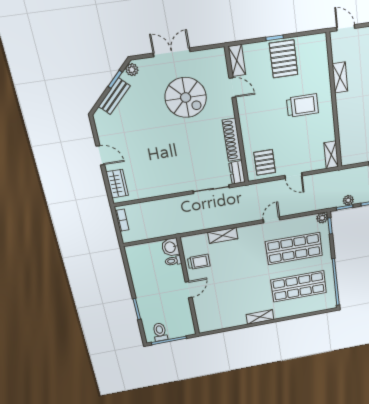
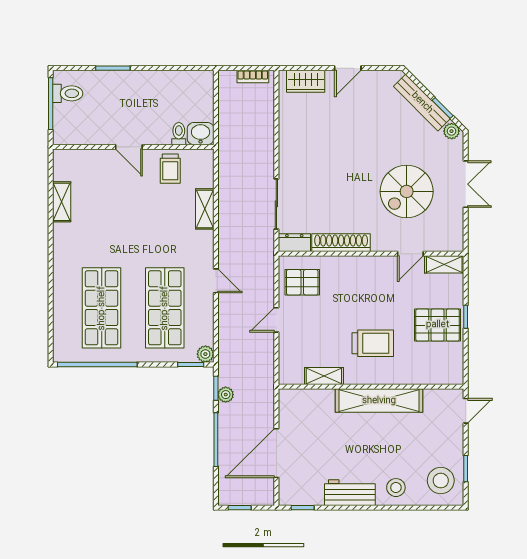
shelving: (340, 77) -> (379, 401), width x2.20, depth x1.33
bench: (114, 96) -> (422, 103), width x1.36
trolley: (302, 106) -> (373, 343), turned -90
shelving: (331, 155) -> (324, 376), moved
shelving: (260, 317) -> (62, 202), moved

